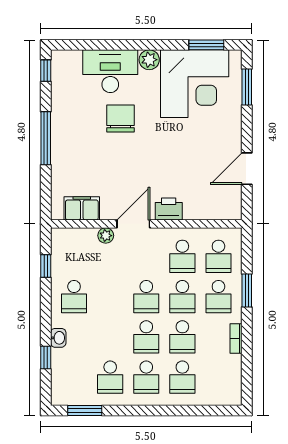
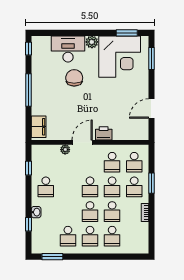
filing cabinet: (82, 208) -> (39, 127), moved, turned 90

